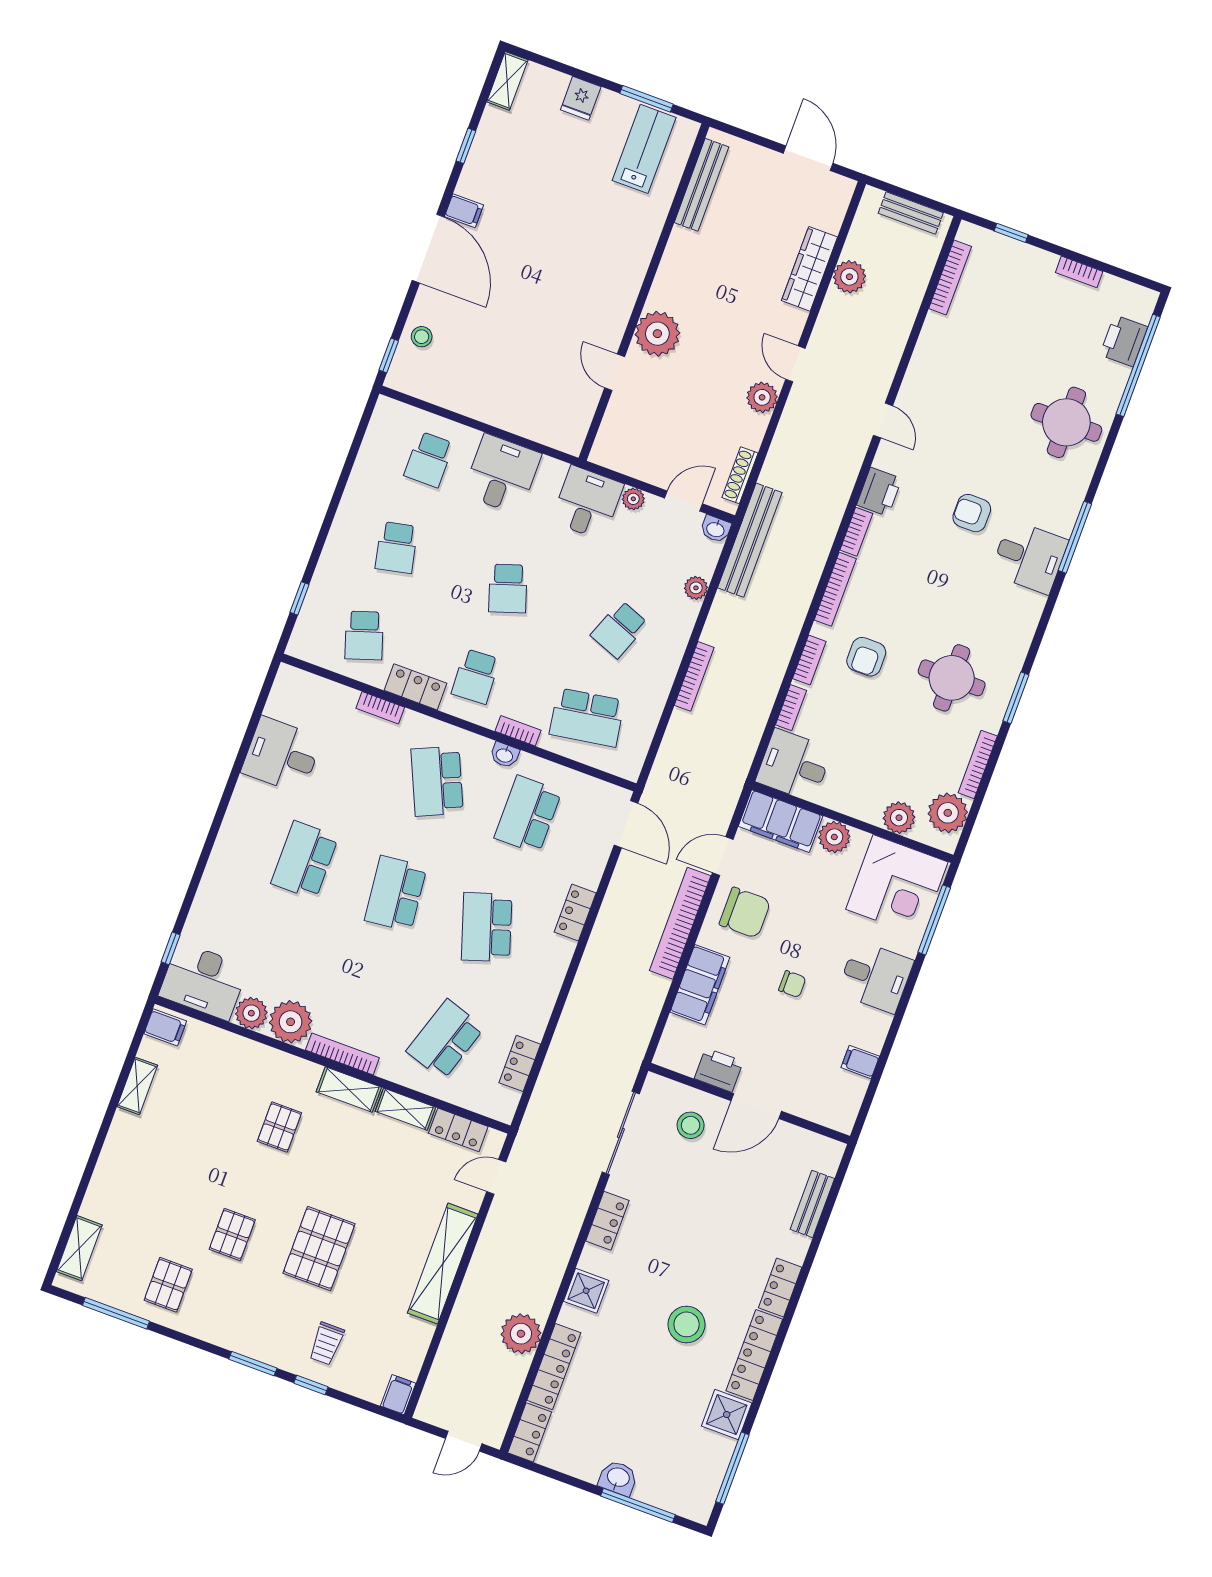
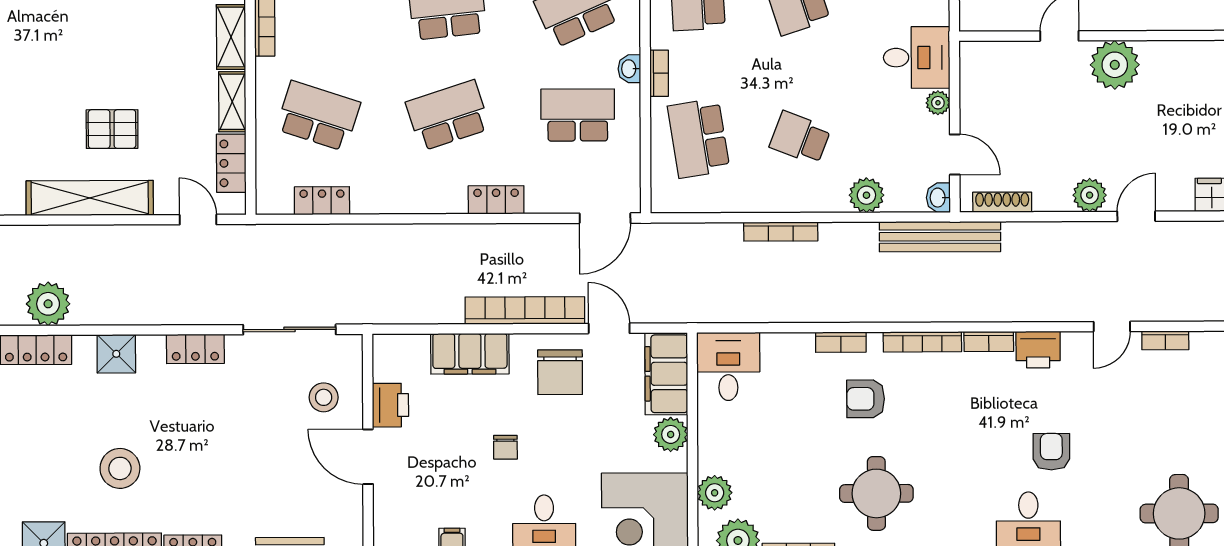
plant: (696, 588) -> (866, 195), width x1.38, depth x1.38
bookcase: (791, 708) -> (1165, 340), moved
pallet: (319, 1249) -> (112, 129), moved, width x0.67, depth x0.71

